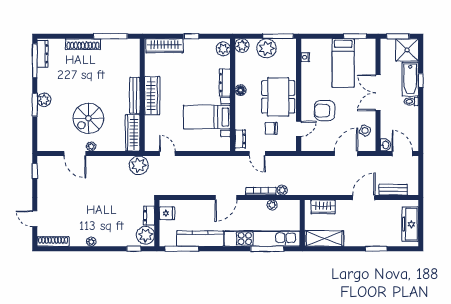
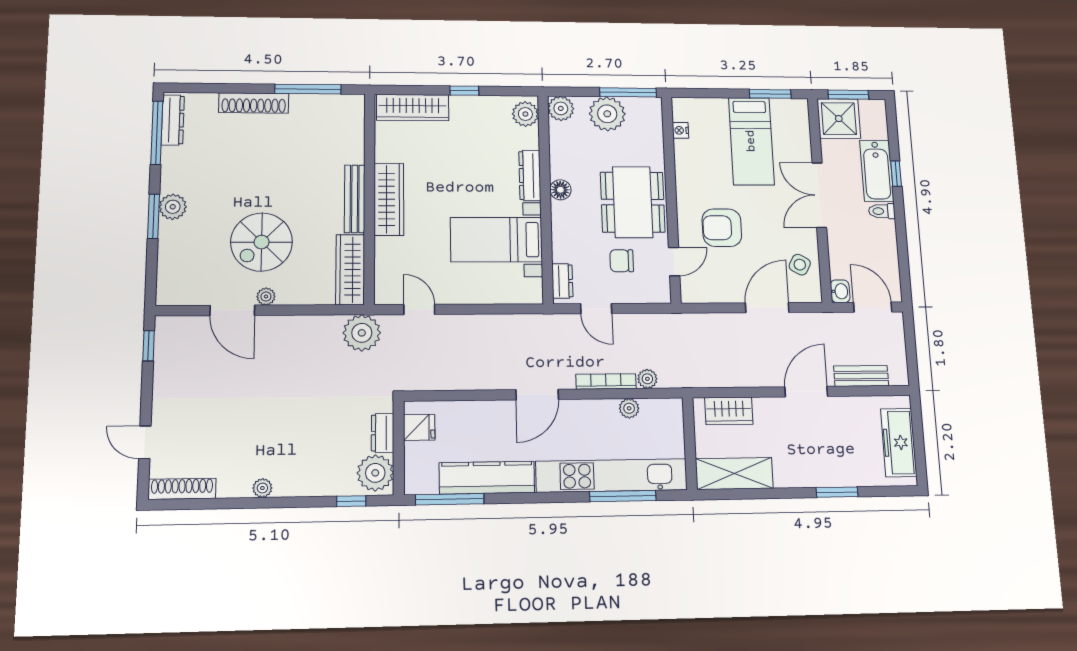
shower: (407, 50) -> (839, 119), moved

